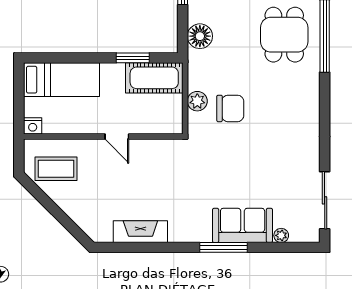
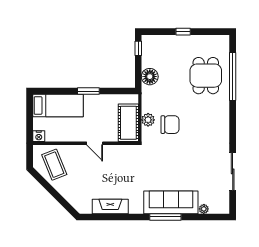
window: (133, 58) -> (88, 91), moved
cot: (154, 78) -> (128, 123), moved, turned 90
coffee table: (56, 169) -> (54, 165), turned 68
sliding door: (325, 200) -> (233, 171), moved
sofa: (243, 225) -> (171, 202), width x1.36

